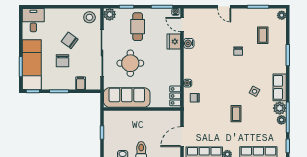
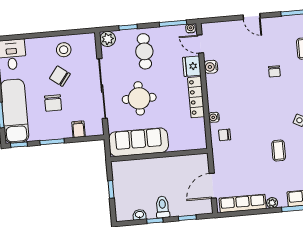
stool: (89, 17) -> (64, 50), moved
locker: (175, 96) -> (196, 97), moved, width x1.53

